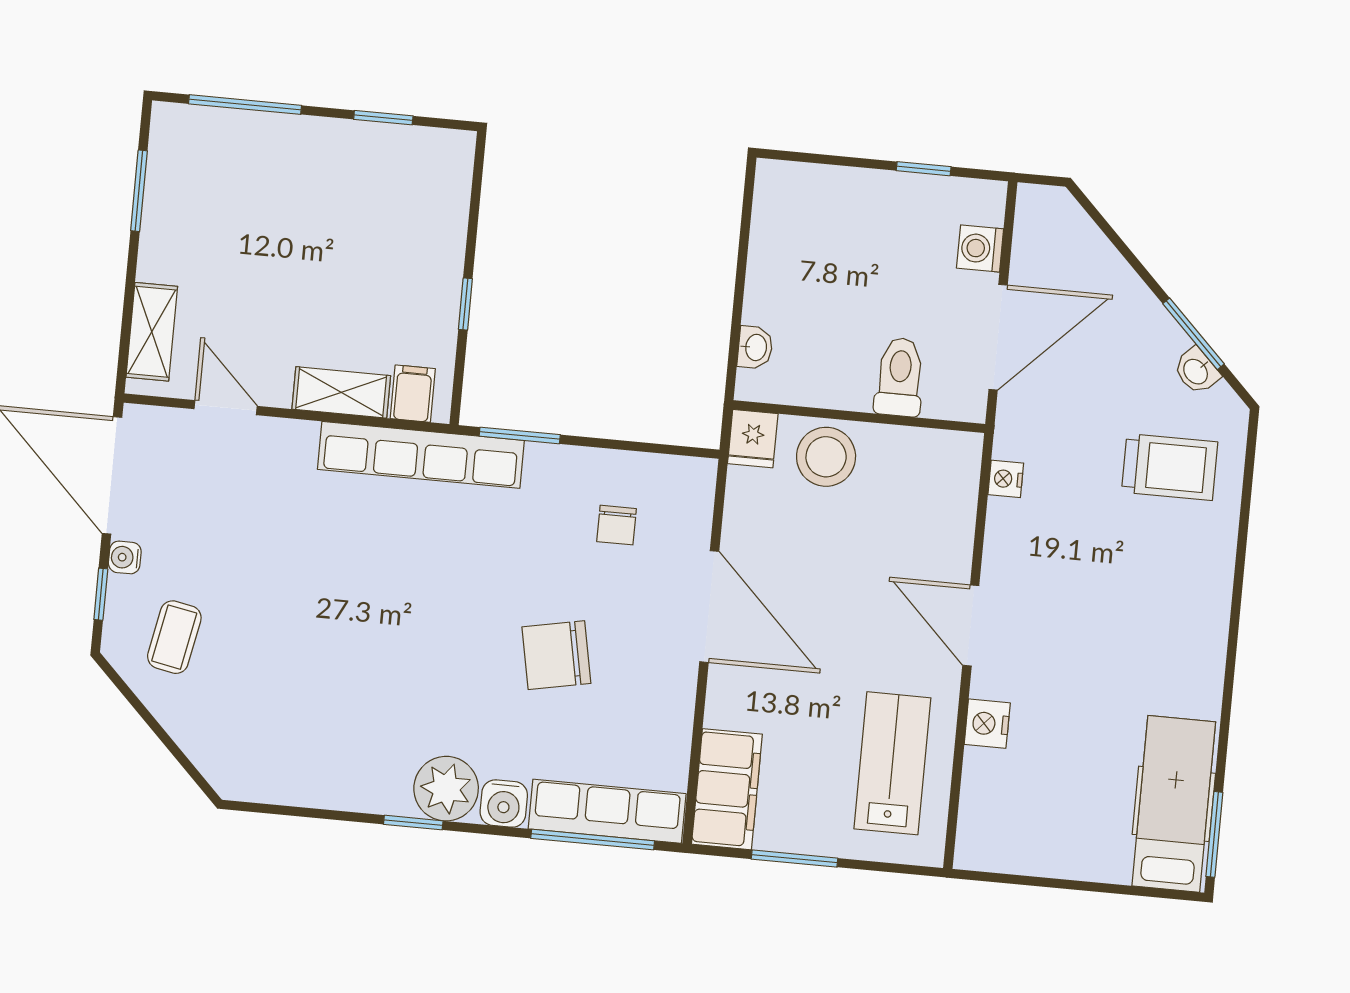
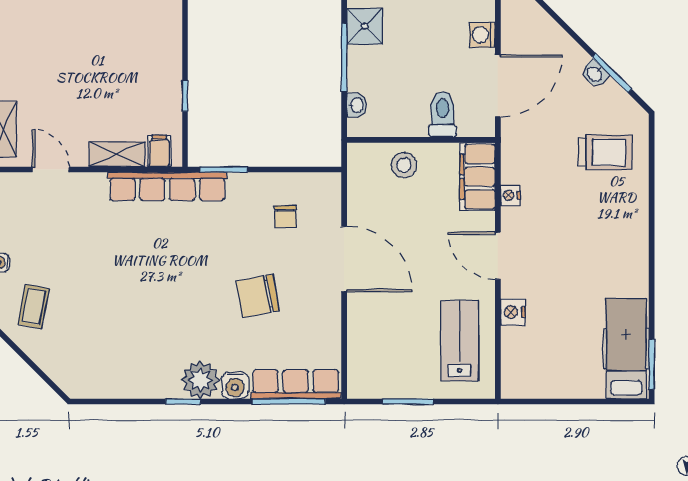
shower: (781, 215) -> (365, 26), added
window: (742, 264) -> (344, 57), added
washbasin: (1196, 371) -> (595, 74), moved
fridge: (753, 439) -> (360, 159), removed
stool: (826, 457) -> (404, 165), width x0.73, depth x0.73
nightstand: (1006, 479) -> (510, 195), moved
filing cabinet: (727, 789) -> (477, 177), moved, turned 180

